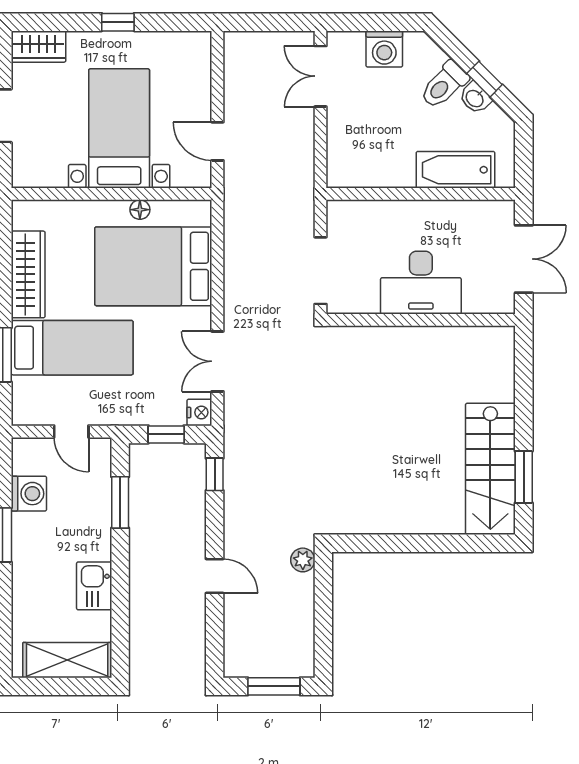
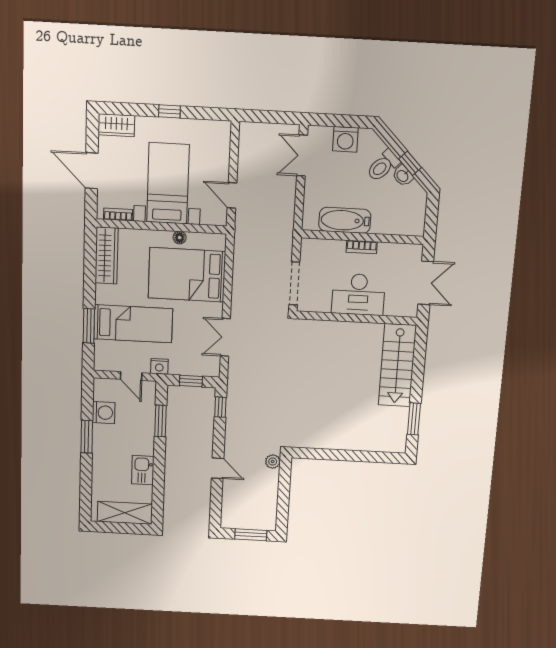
bathtub: (455, 170) -> (345, 220), moved
bookcase: (44, 179) -> (118, 214), added
bookcase: (421, 209) -> (362, 247), added
wardrobe: (28, 274) -> (107, 256), moved
nightstand: (199, 412) -> (159, 366), moved, turned 90
stairs: (490, 469) -> (397, 365), moved

